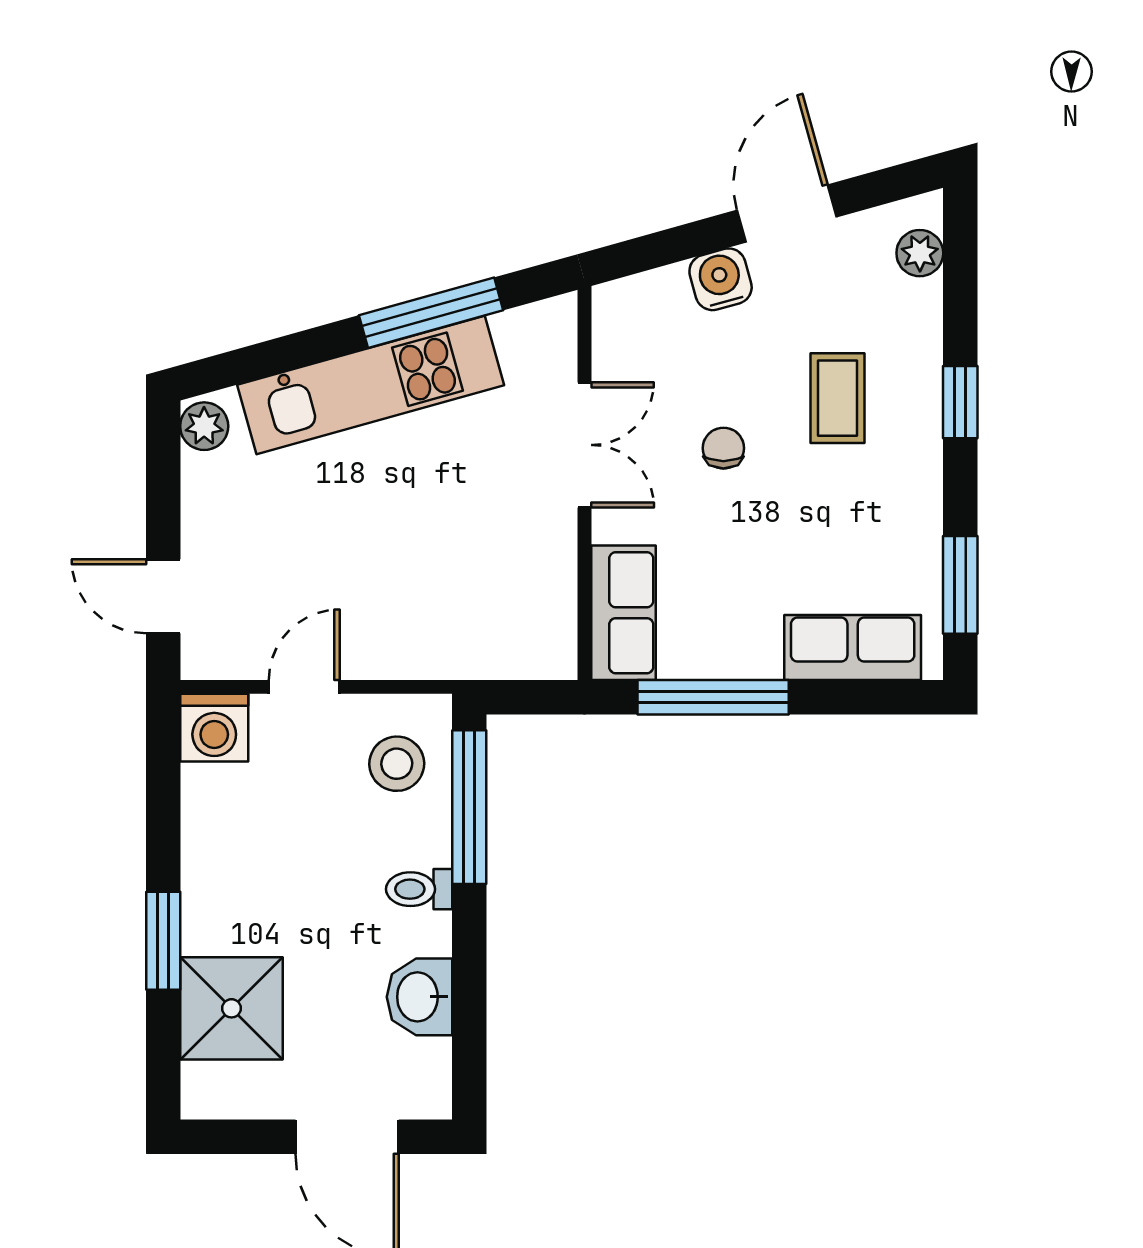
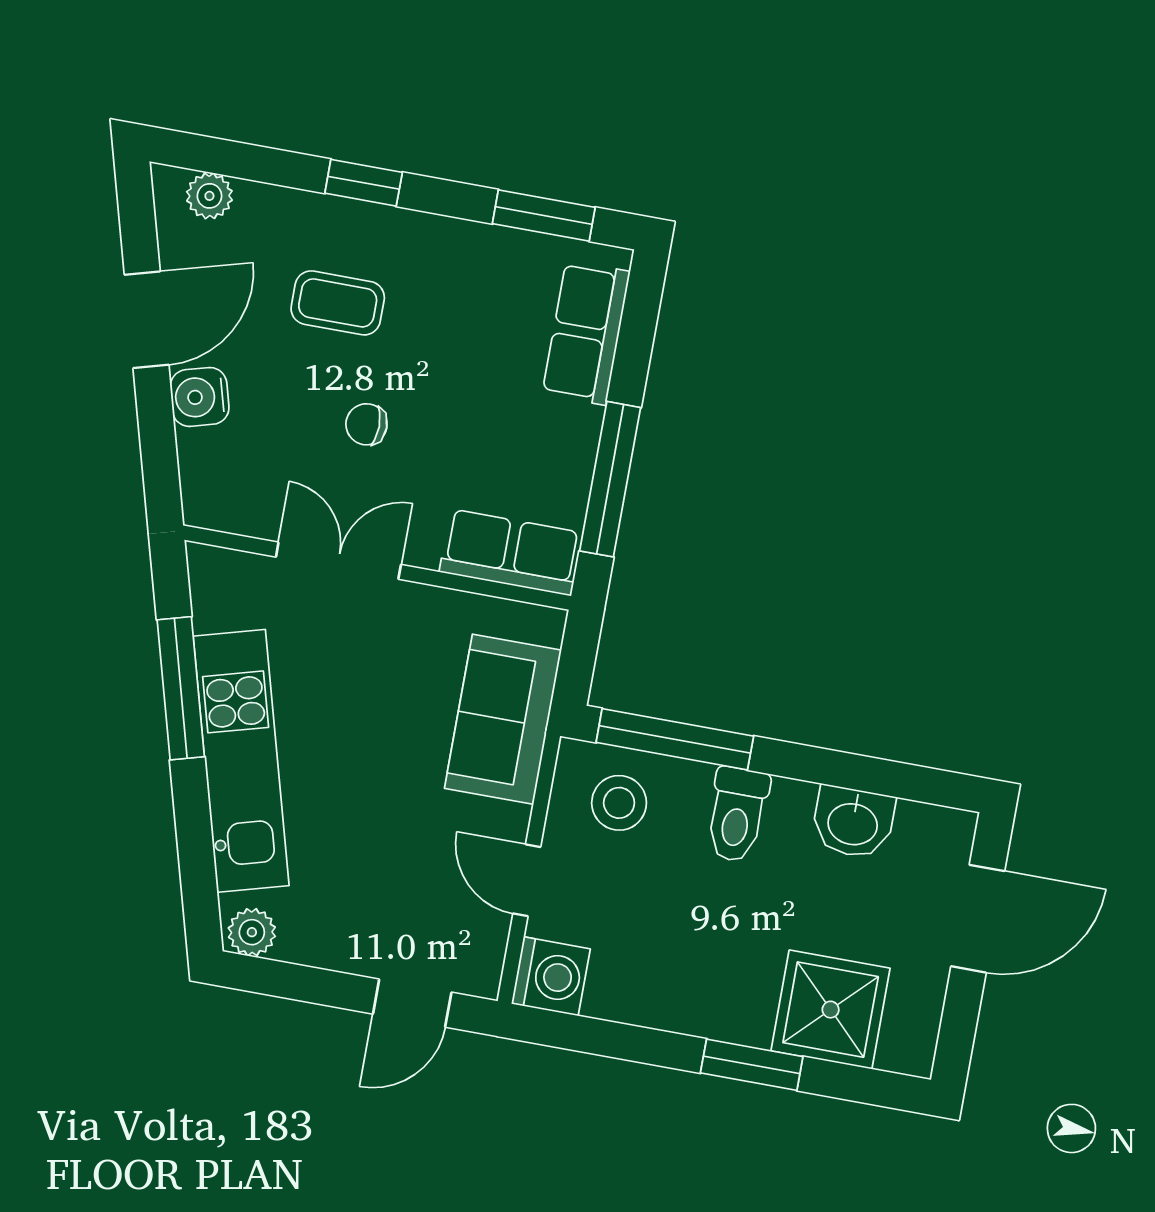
door: (787, 214) -> (147, 320), swing flipped
sofa: (458, 635) -> (503, 719), added
toilet: (419, 889) -> (737, 815), width x1.37, depth x1.39

